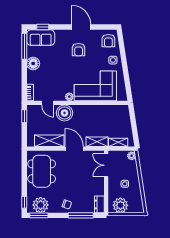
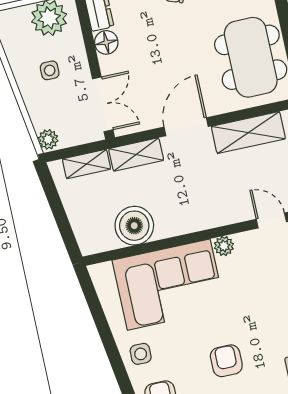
boiler: (65, 113) -> (134, 226), moved
door: (74, 149) -> (186, 127), swing flipped
floor lamp: (99, 190) -> (106, 42), added

